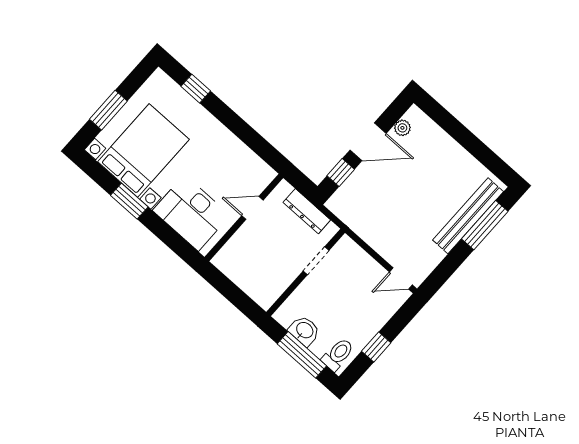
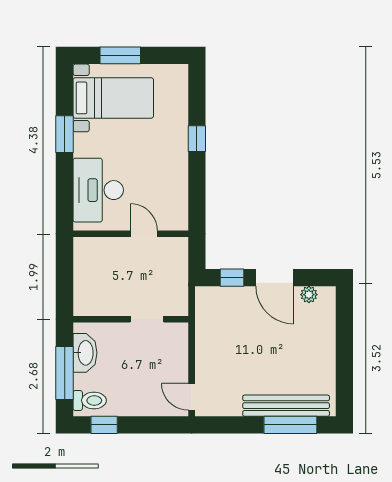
window: (196, 89) -> (197, 139), moved
bed with nightstands: (143, 151) -> (113, 98), width x0.73
dresser: (307, 211) -> (179, 278), removed
washbasin: (304, 331) -> (85, 353), width x1.38
window: (376, 347) -> (104, 425), moved

